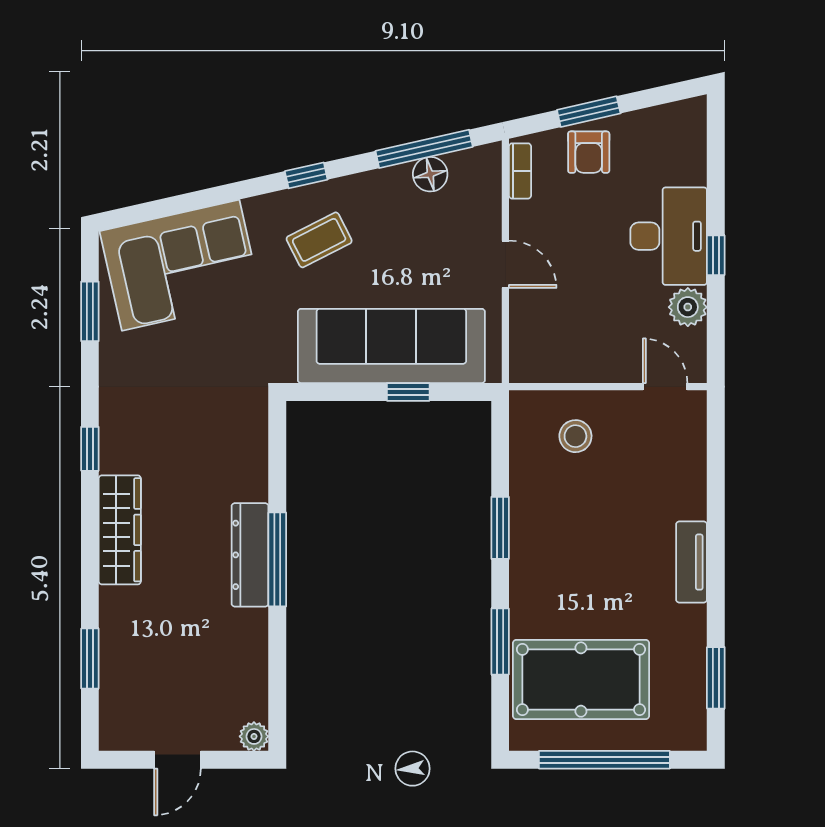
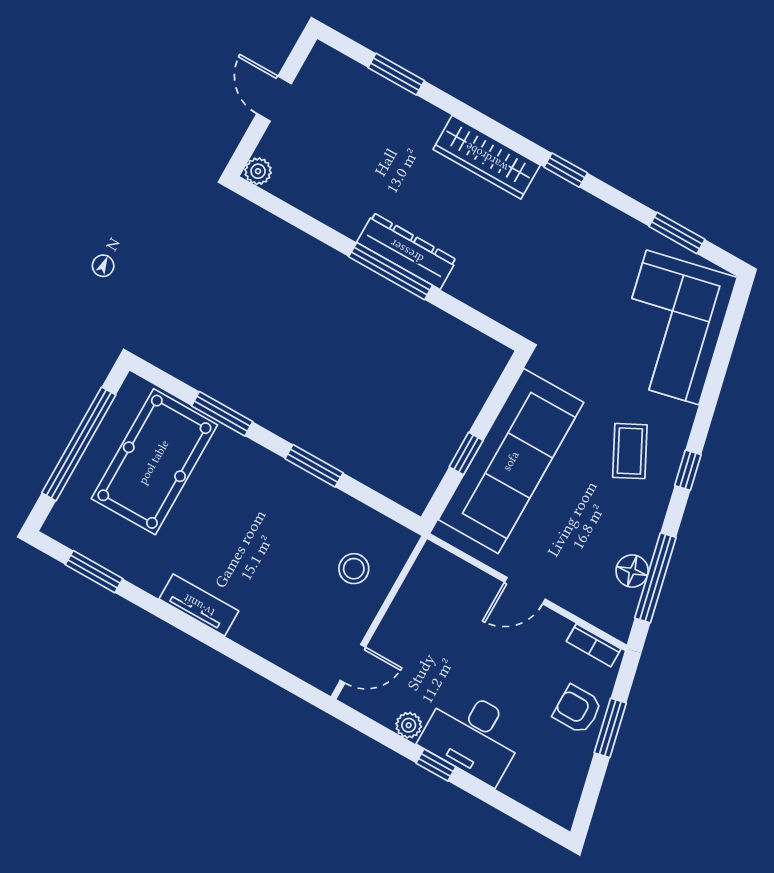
plant: (688, 307) -> (409, 725), width x0.73, depth x0.73

